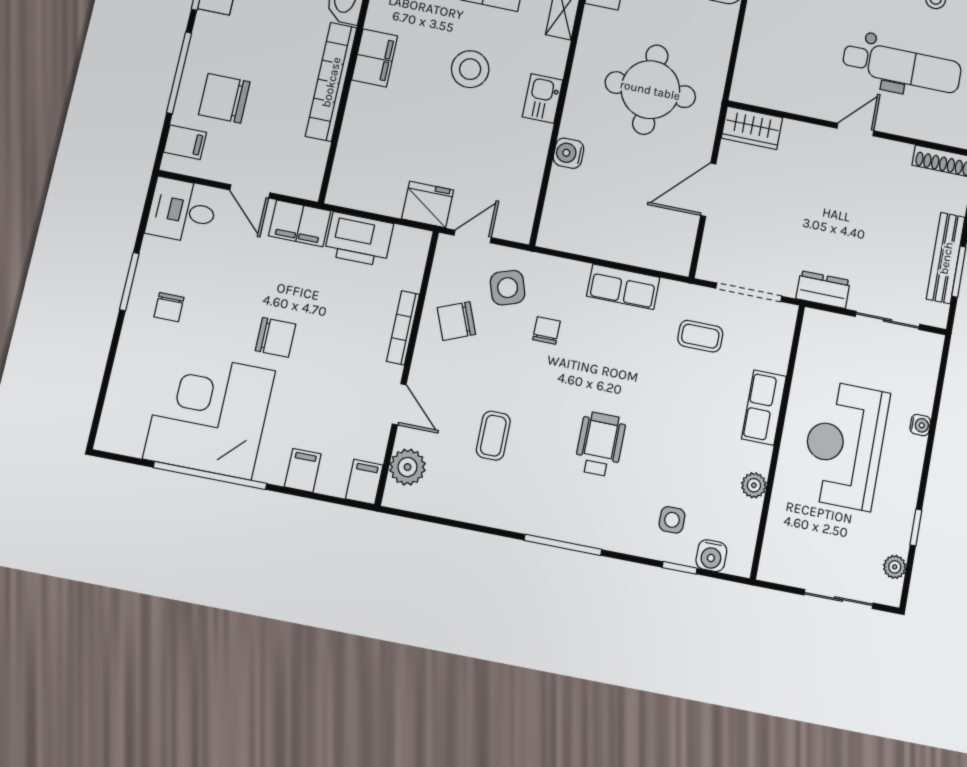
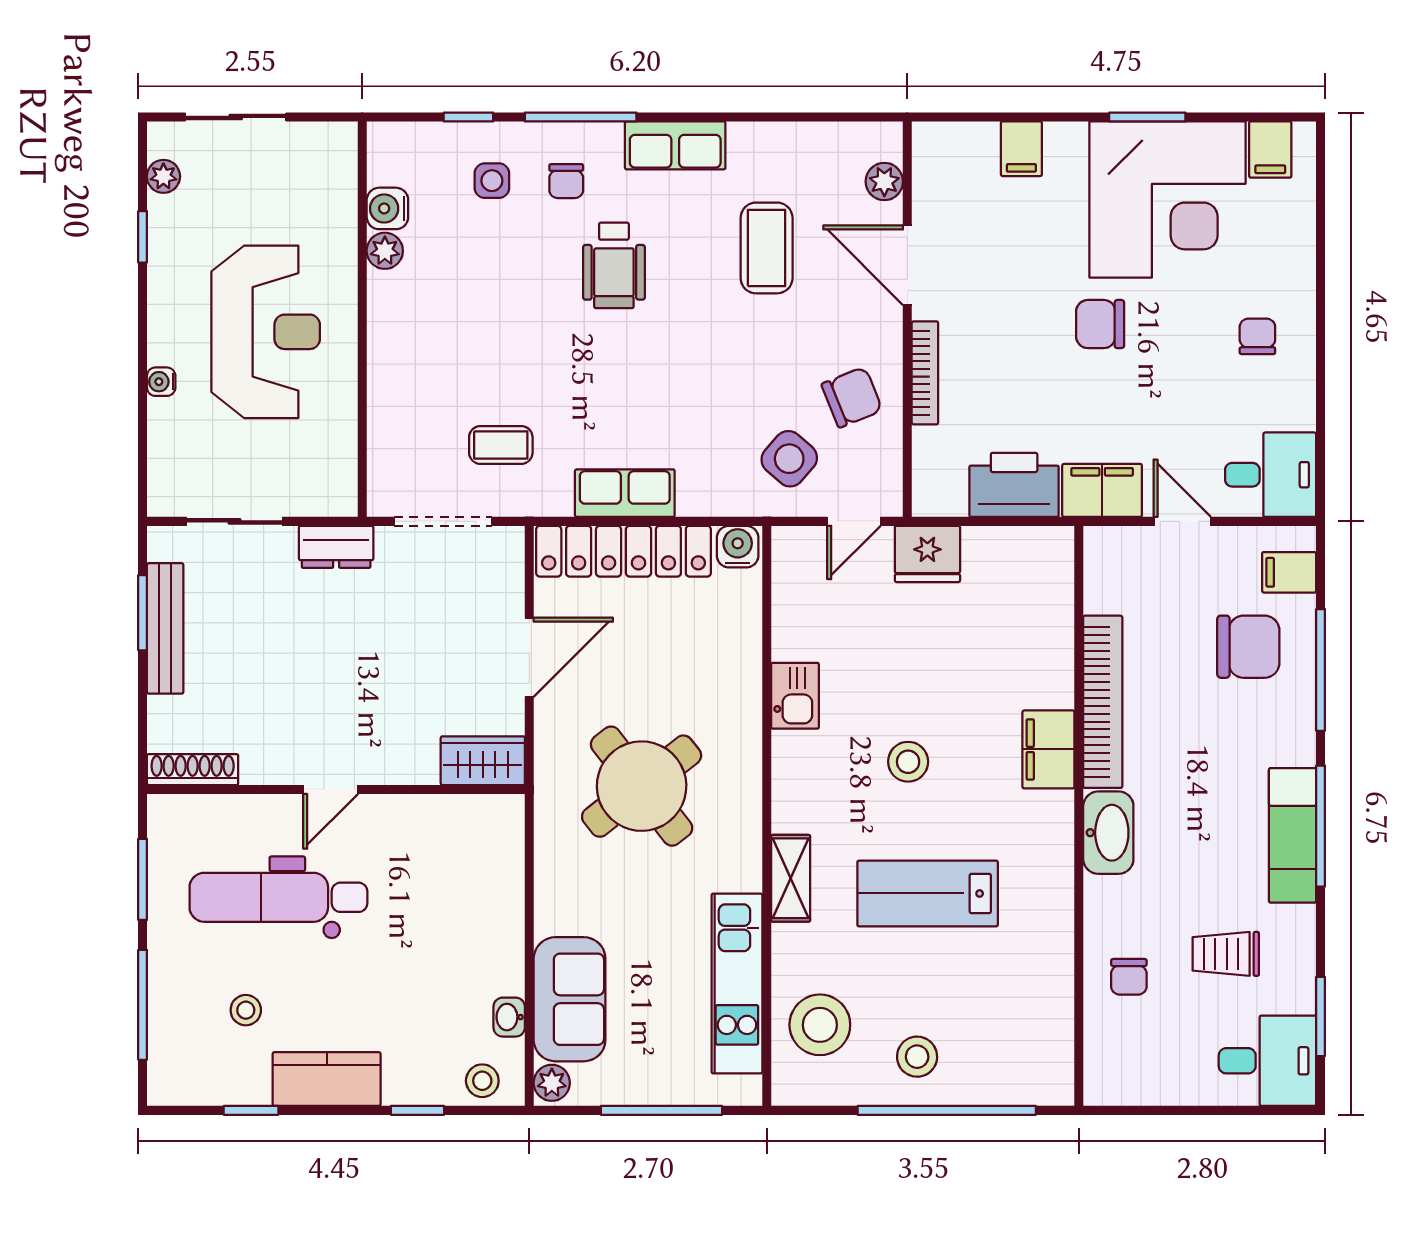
stool: (470, 69) -> (908, 762), width x0.73, depth x0.73
round table: (650, 90) -> (642, 786), turned -38
kitchen sink: (543, 98) -> (795, 696), moved
water cooler: (569, 153) -> (738, 547), moved, turned -90
locker: (632, 248) -> (624, 551), added
window: (129, 282) -> (1321, 361), removed
side table: (508, 288) -> (789, 459), turned -31
chair: (546, 330) -> (566, 181), moved
door: (399, 404) -> (907, 265), width x1.38
row of seats: (764, 408) -> (675, 145), moved, turned 90
coffee table: (493, 436) -> (767, 248), width x1.36, depth x1.30
plant: (408, 467) -> (884, 182), width x0.73, depth x0.73
window: (210, 476) -> (1147, 117), width x0.47
filing cabinet: (364, 482) -> (1270, 150), moved
window: (563, 545) -> (581, 117), moved
water cooler: (711, 556) -> (387, 208), moved, turned -90

